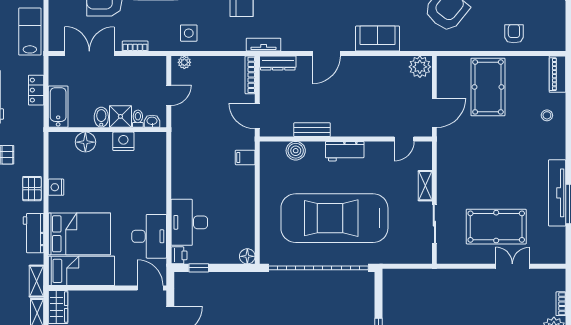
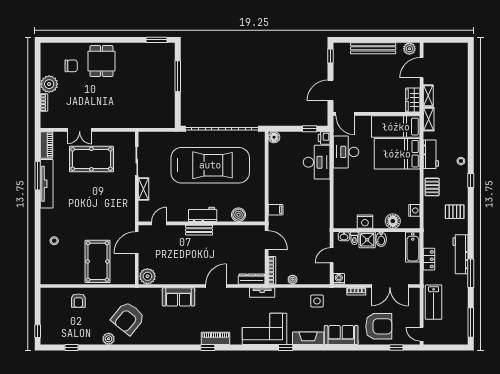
plant: (184, 62) -> (293, 280), moved
washing machine: (159, 63) -> (339, 279), added
piano: (557, 74) -> (47, 145), moved
bench: (312, 130) -> (199, 230), moved
nightstand: (56, 187) -> (414, 210), moved

